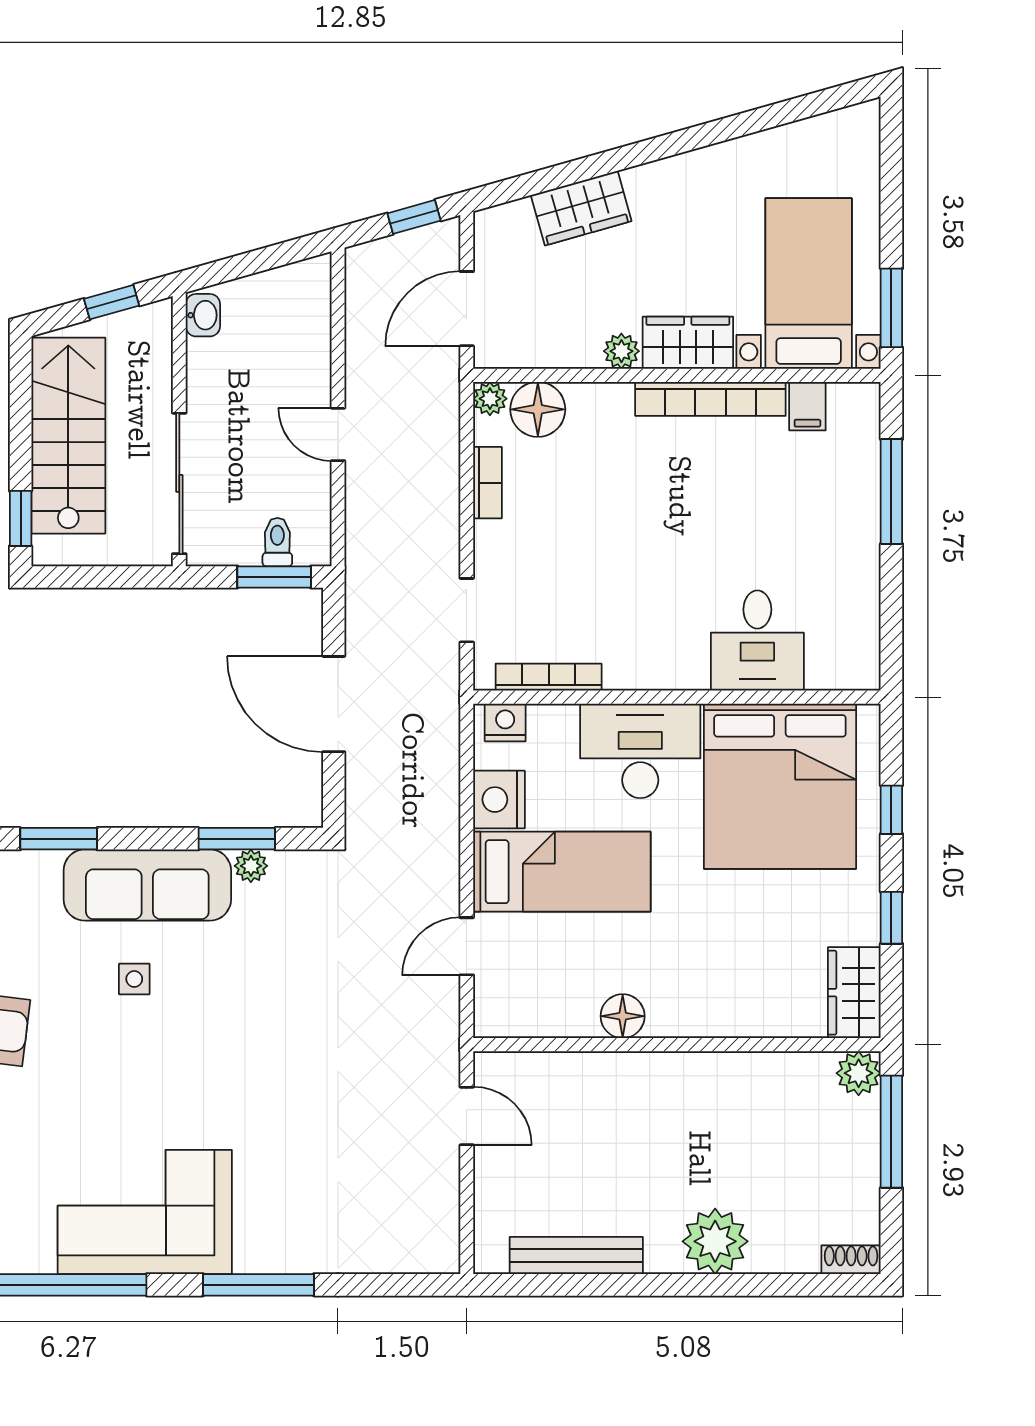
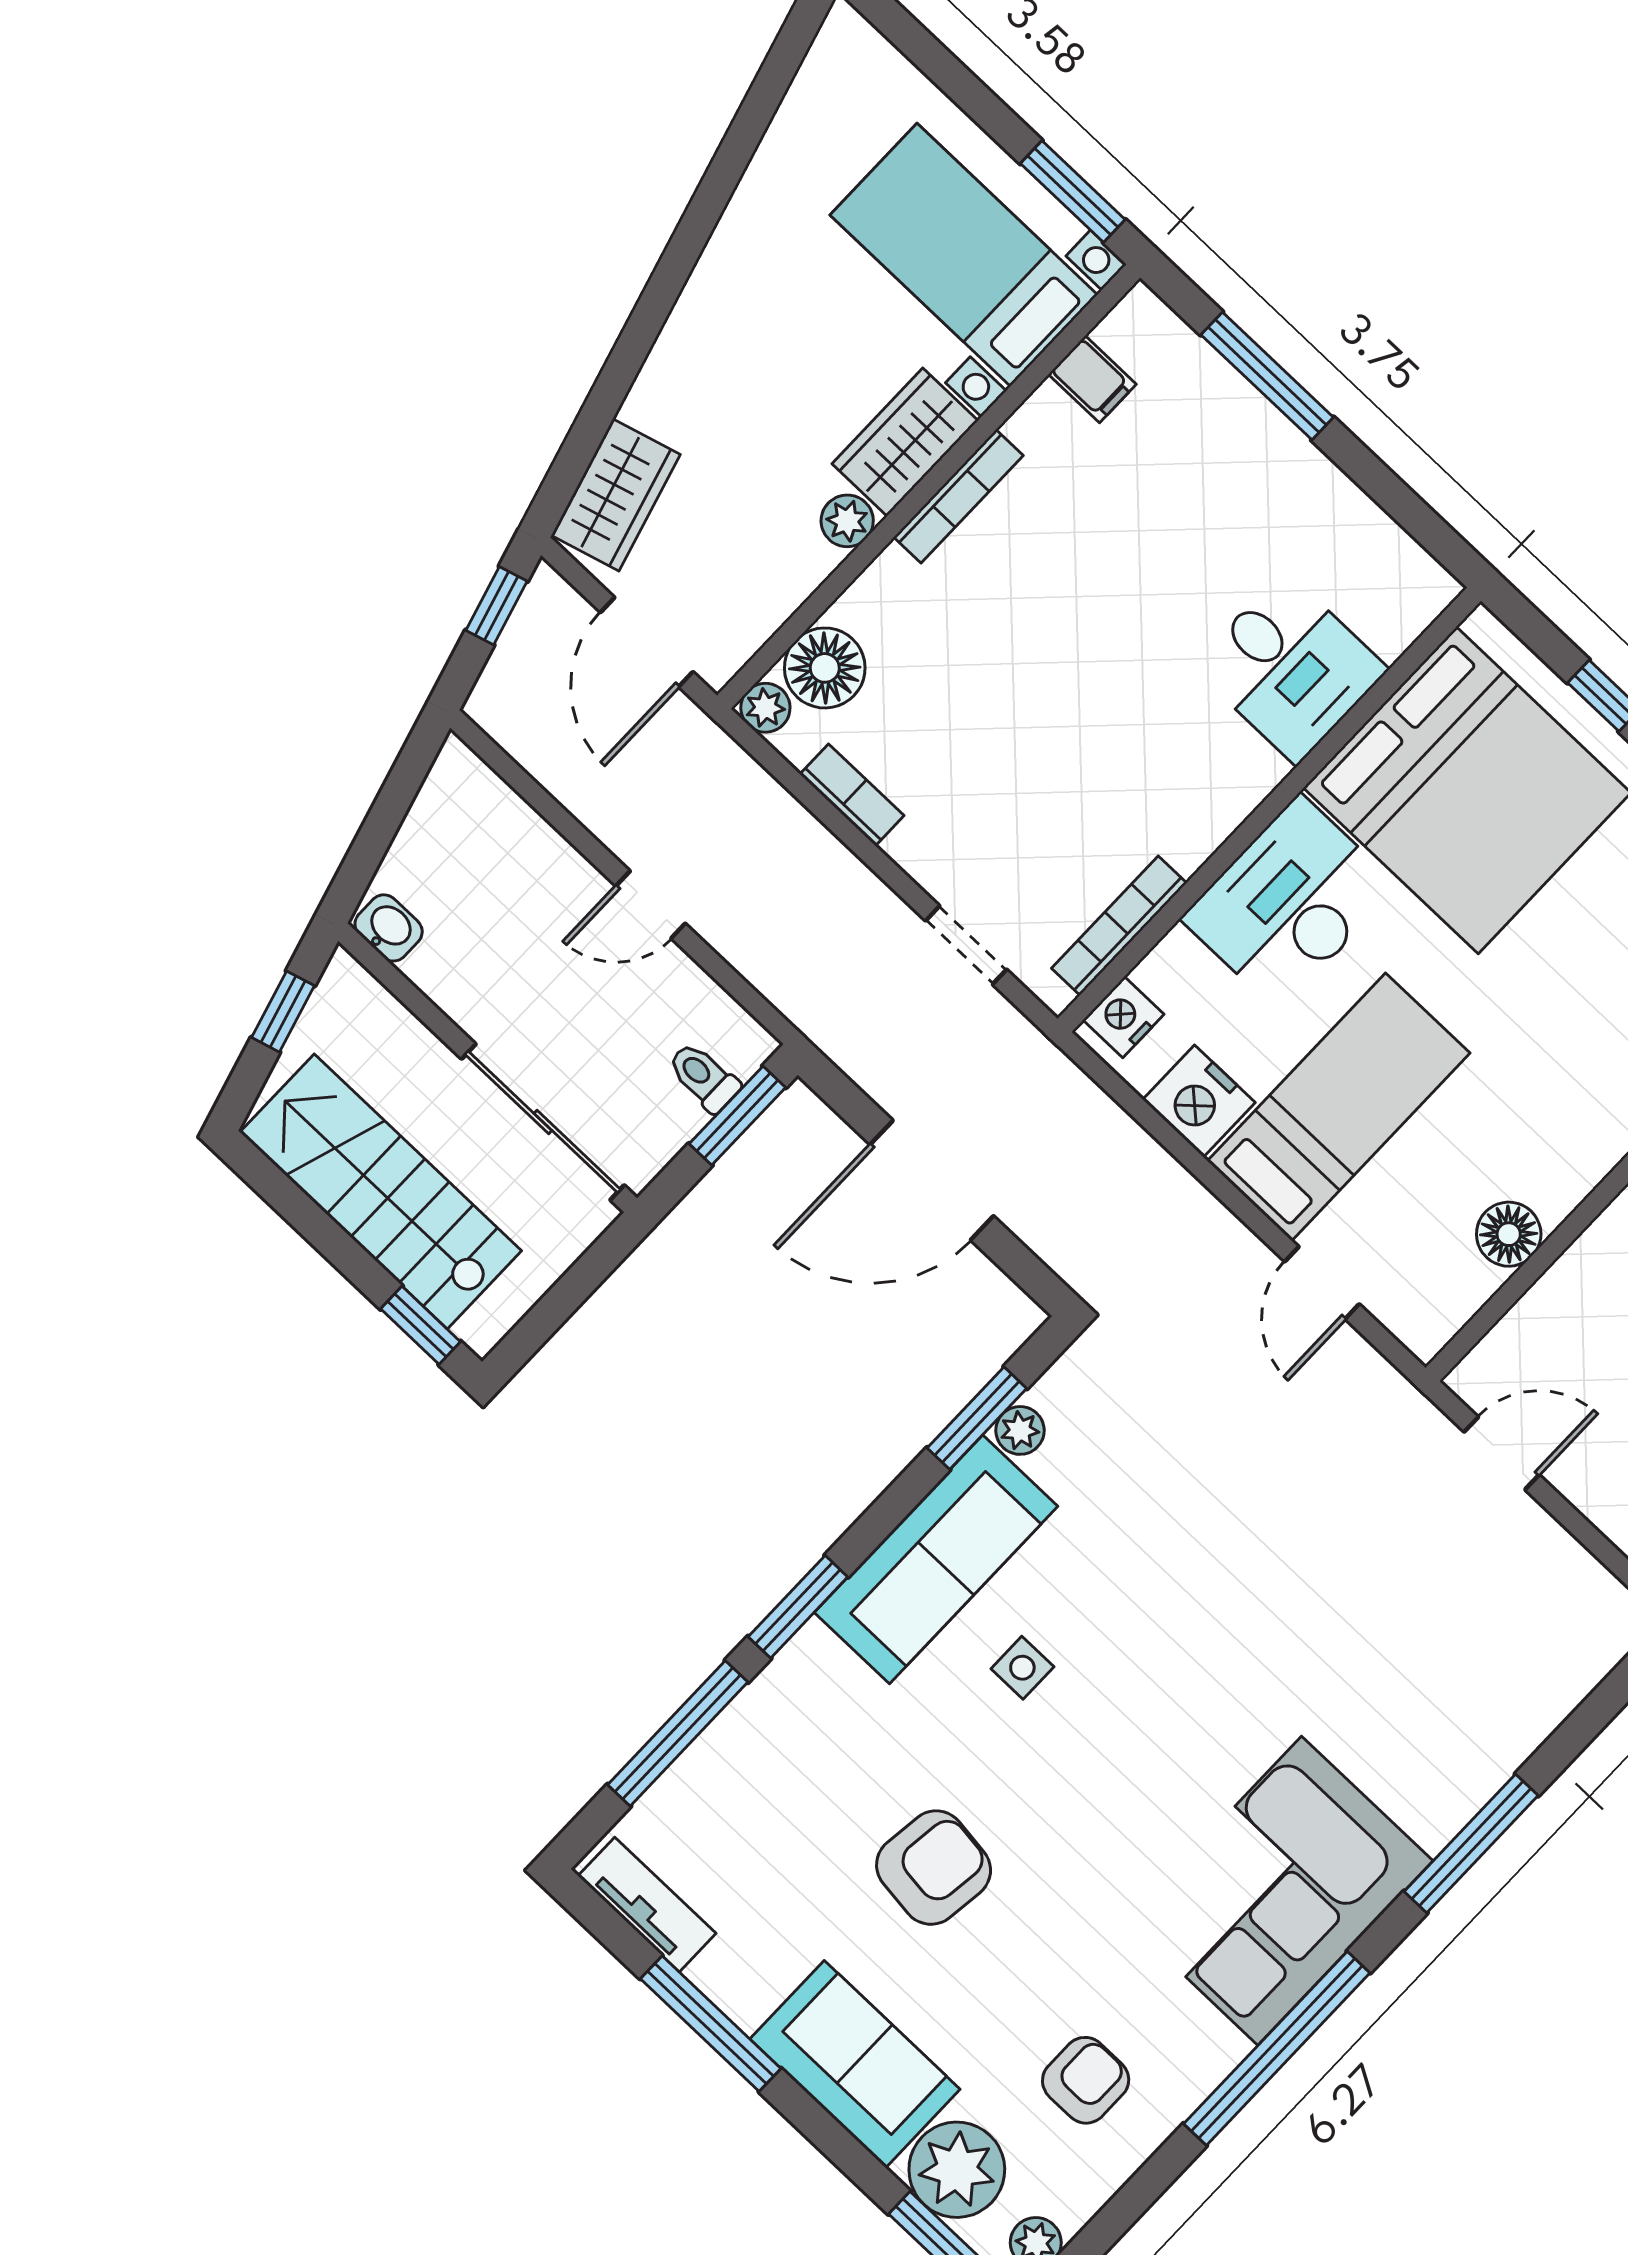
wardrobe: (581, 208) -> (616, 495), moved
bookcase: (710, 399) -> (958, 496), width x0.68, depth x0.76
floor lamp: (623, 1016) -> (1509, 1234), moved

